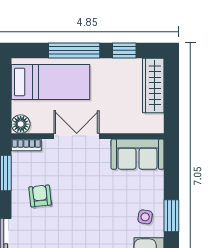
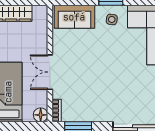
sofa: (137, 154) -> (74, 17), moved, turned 90
armchair: (40, 196) -> (96, 100), removed

